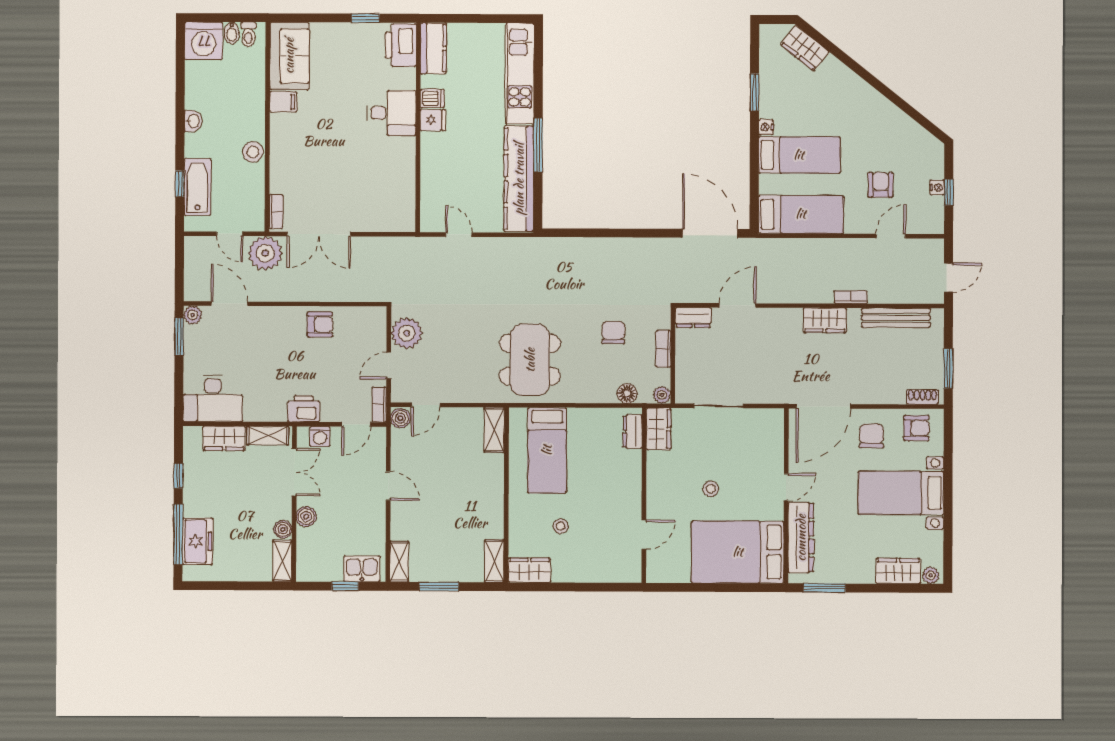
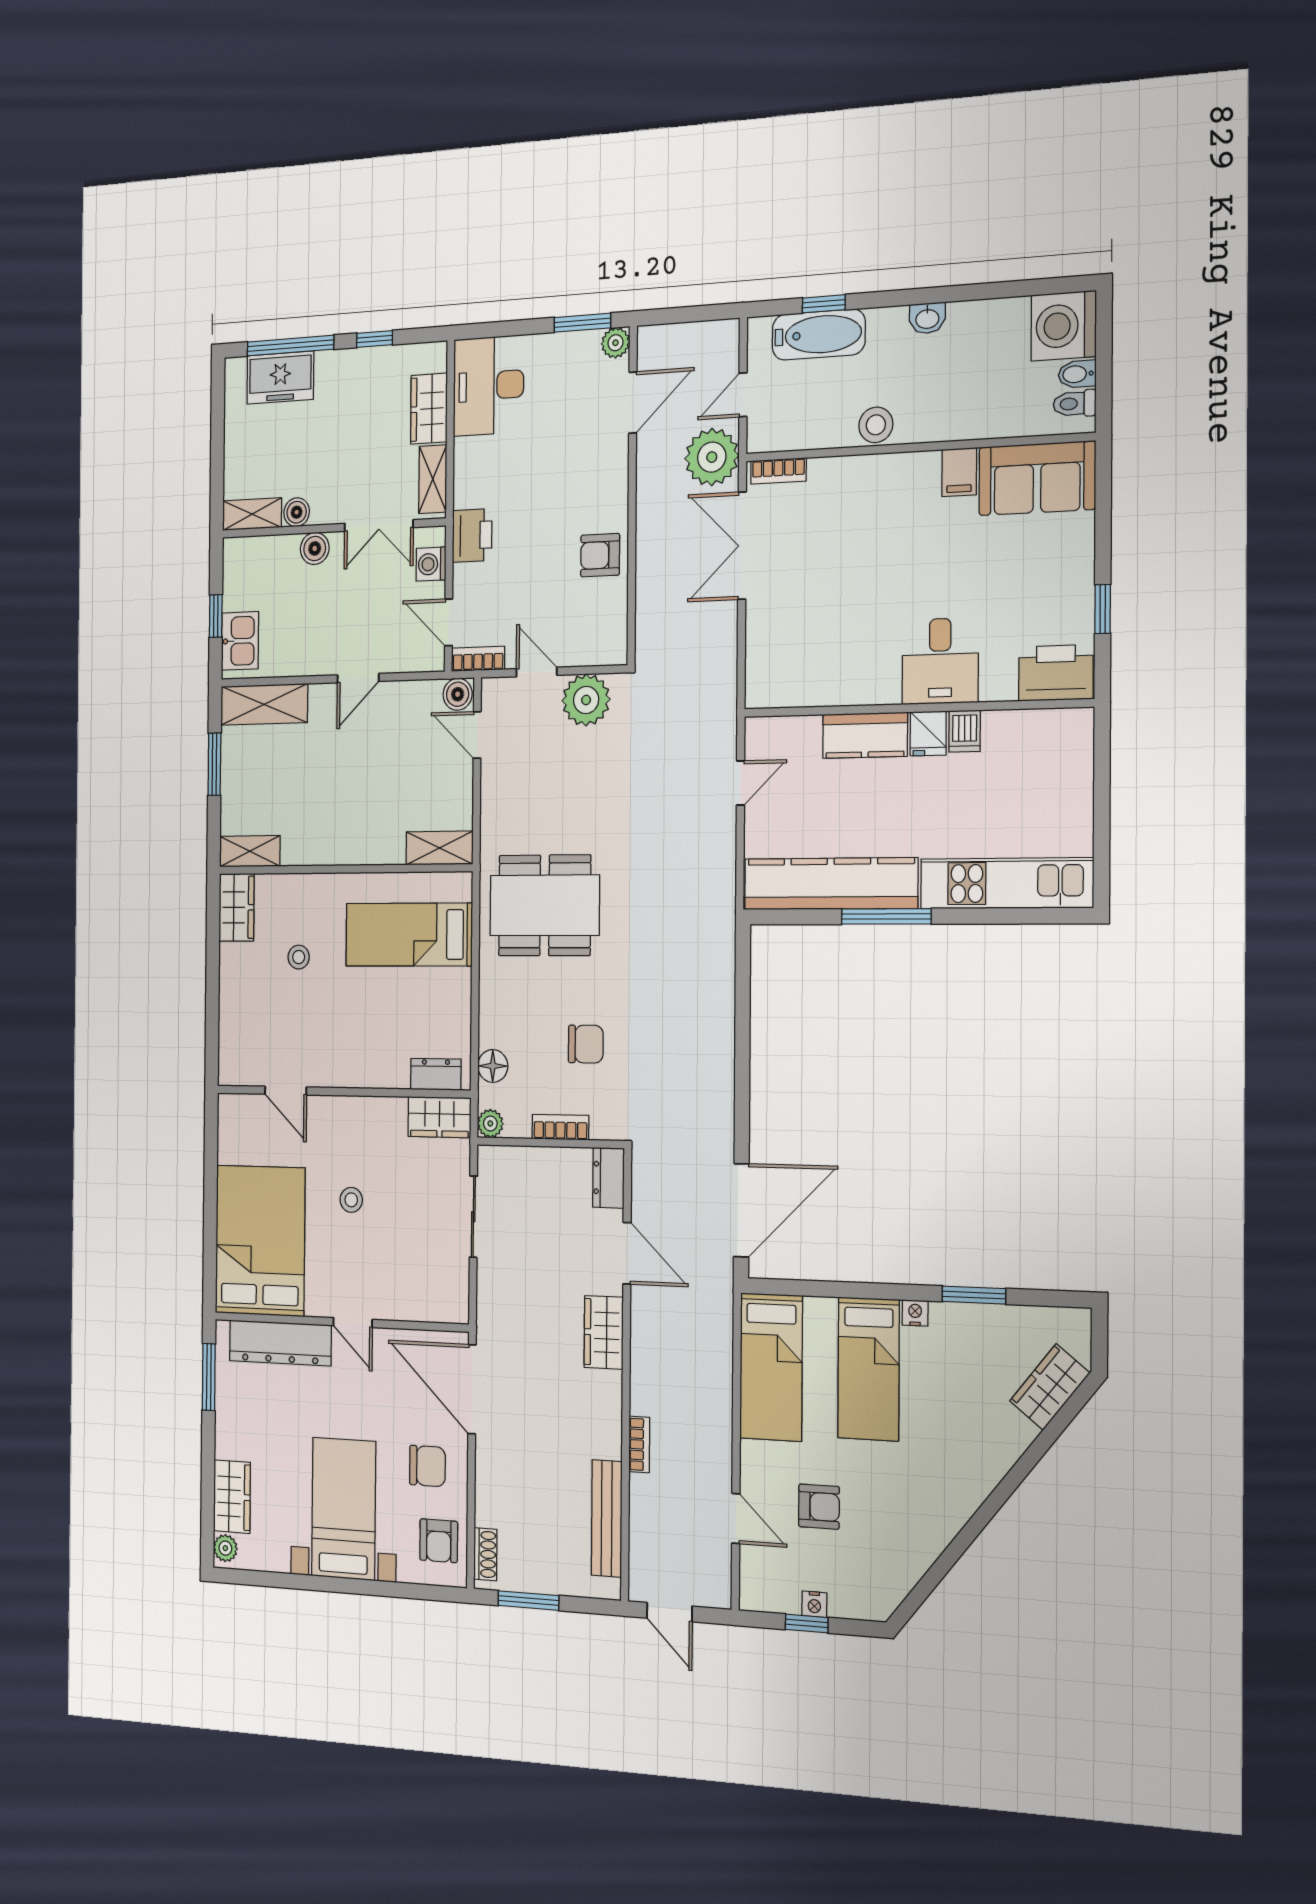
kitchen counter: (433, 48) -> (865, 735), moved
wardrobe: (825, 320) -> (604, 1332), moved
armchair: (320, 324) -> (600, 555), turned 90
shelving: (399, 562) -> (264, 704), width x1.50, depth x1.33

